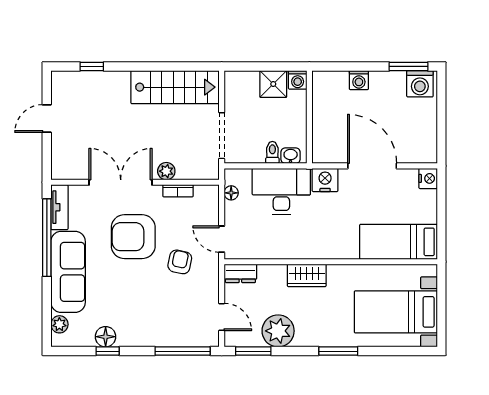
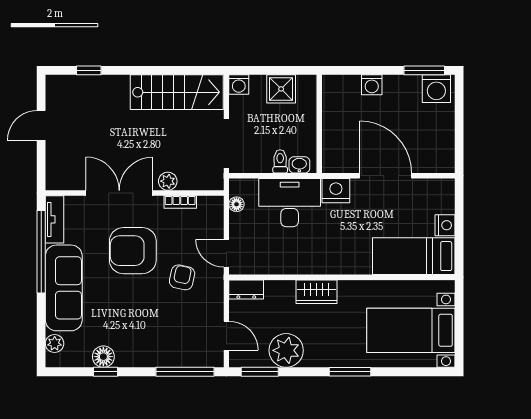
washing machine: (298, 80) -> (239, 85), moved
nightstand: (428, 178) -> (445, 225), moved

